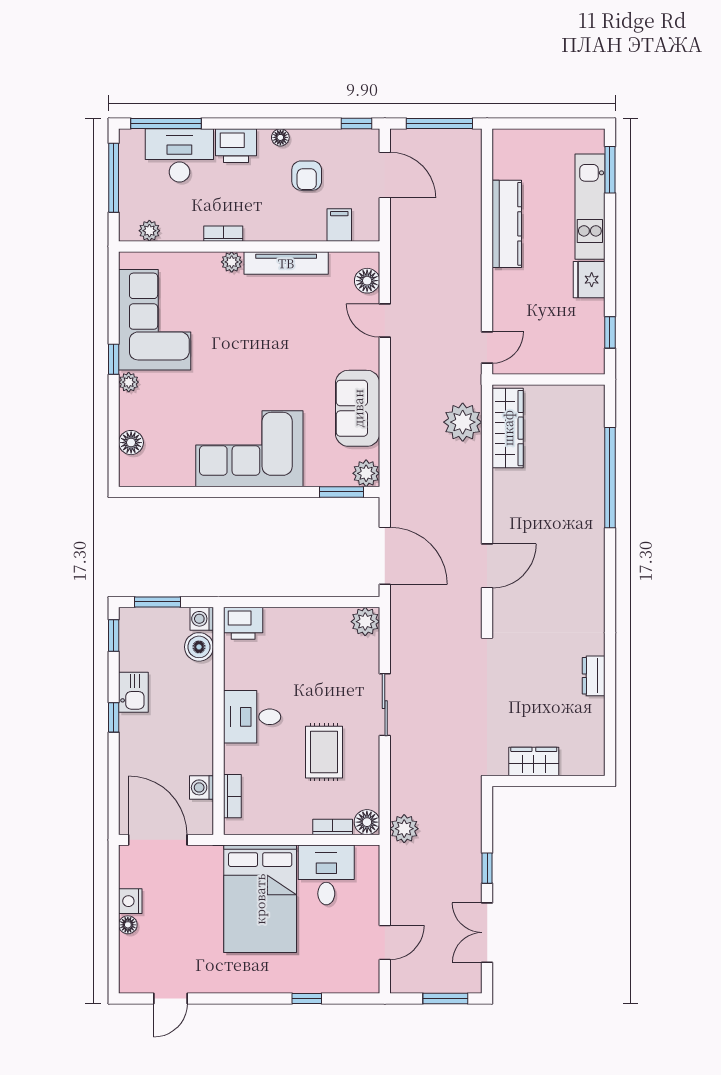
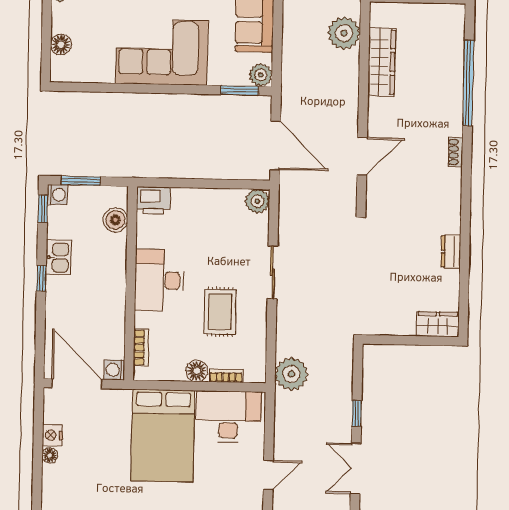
wardrobe: (508, 428) -> (382, 62), moved
shoe rack: (596, 559) -> (455, 152), added
washing machine: (202, 619) -> (57, 195), moved, turned 180
desk: (252, 717) -> (159, 280), width x1.37
wardrobe: (534, 761) -> (438, 324), moved
washing machine: (201, 787) -> (114, 370), moved
floor lamp: (367, 822) -> (197, 371), moved
plant: (404, 829) -> (291, 374), width x1.36, depth x1.36
desk: (326, 875) -> (228, 417), width x1.37

